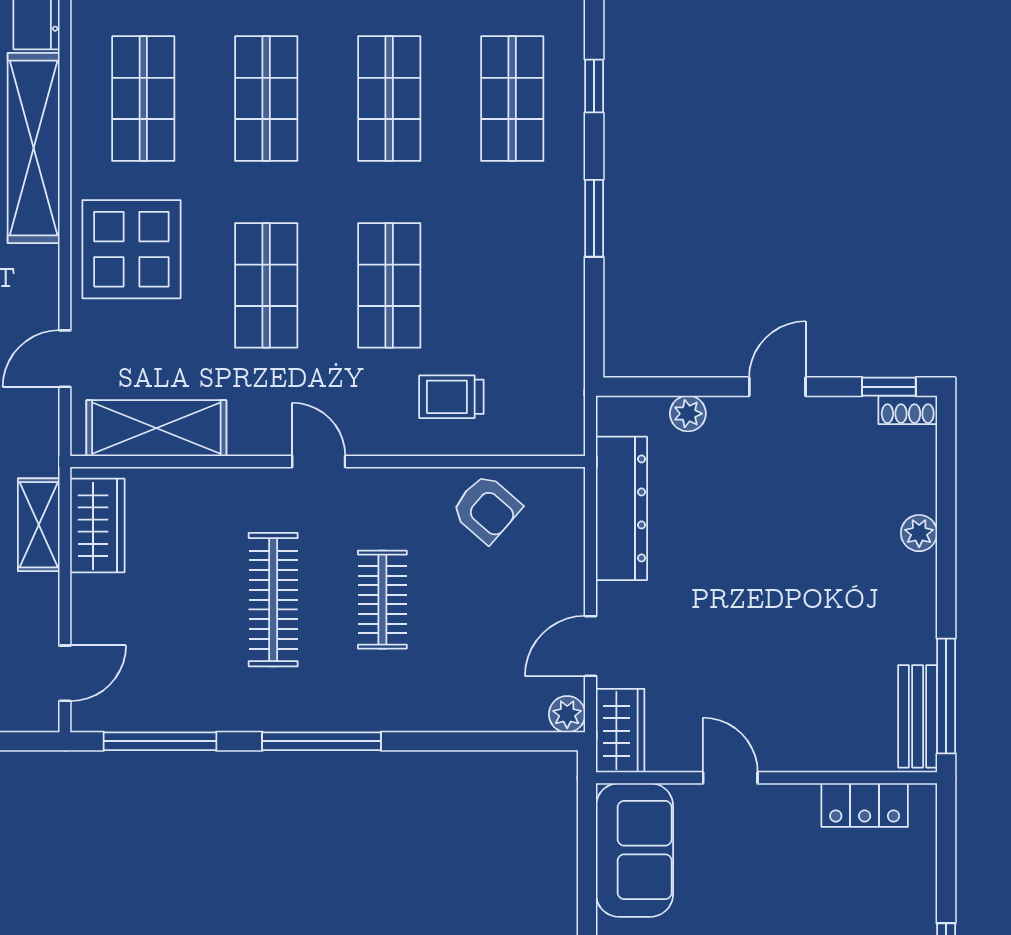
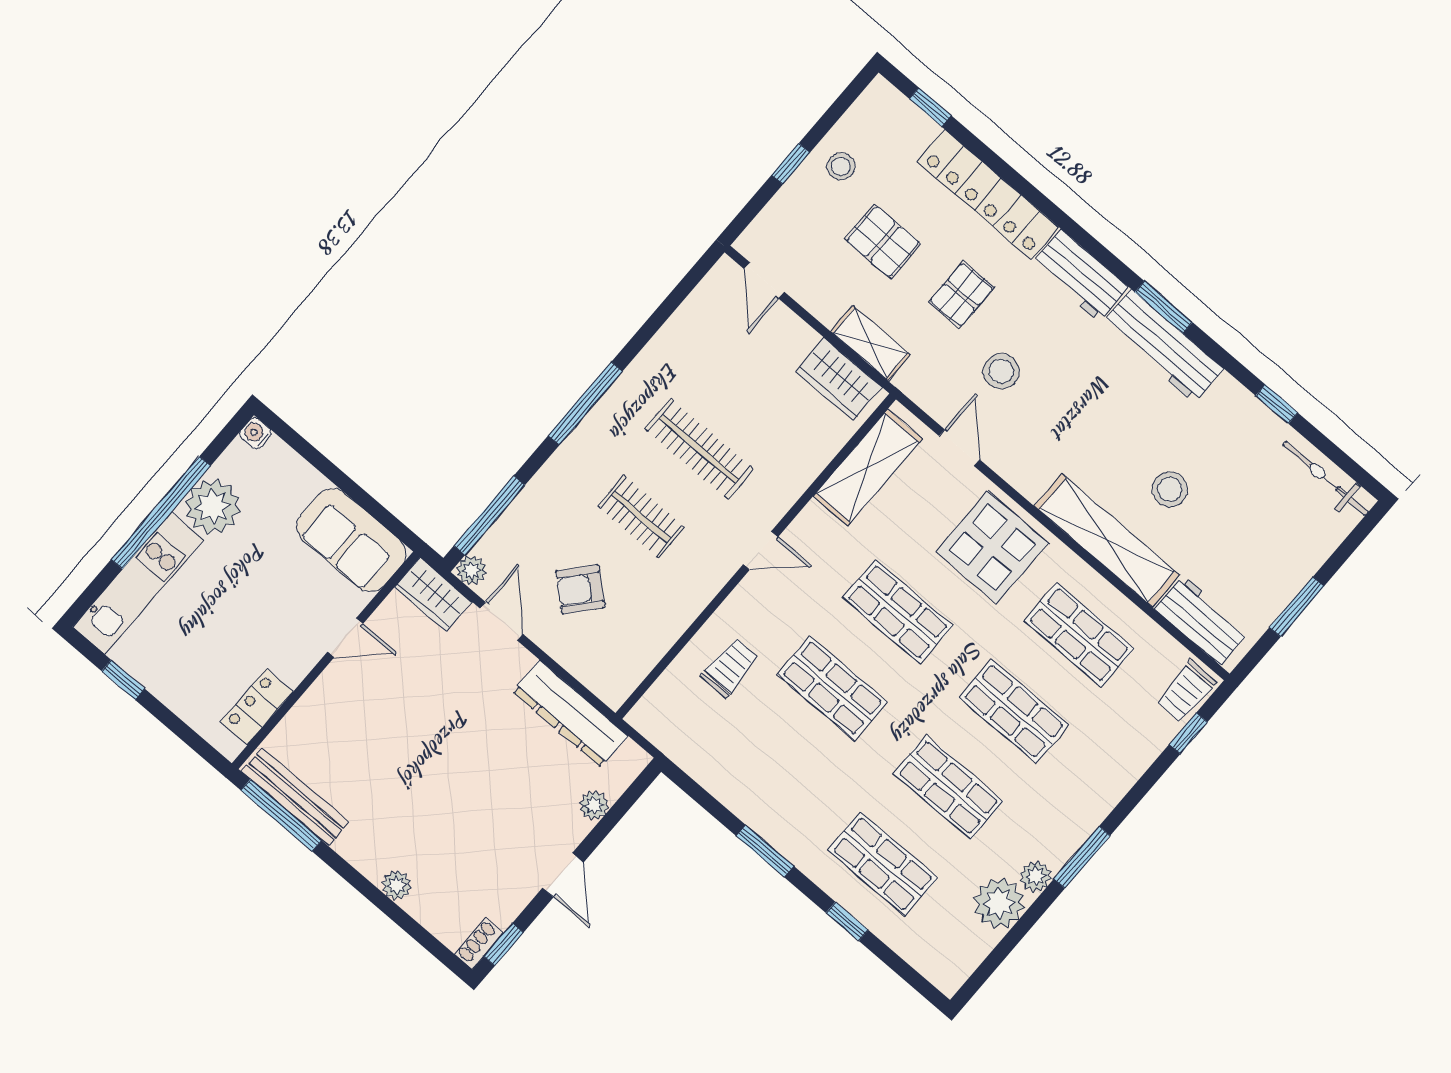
armchair: (486, 509) -> (580, 589), moved
bench: (918, 716) -> (295, 797), width x1.36
window: (160, 741) -> (489, 515), moved

